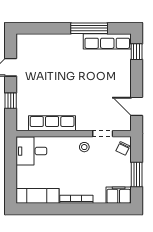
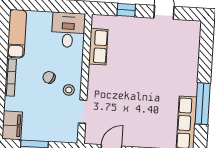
row of seats: (52, 123) -> (98, 47), width x0.68
chair: (123, 148) -> (49, 77), moved

